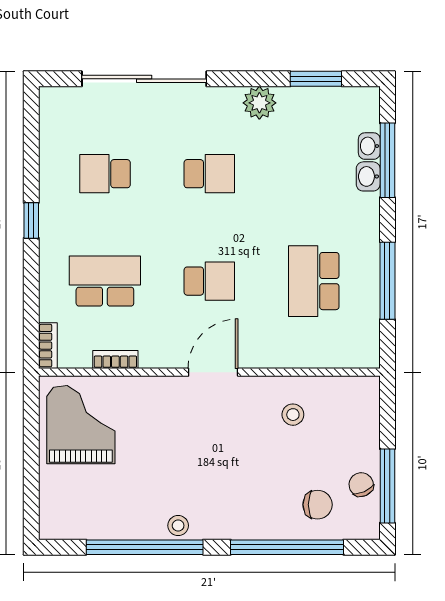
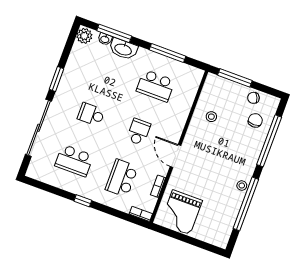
window: (316, 79) -> (56, 79), moved
plant: (259, 103) -> (84, 36), moved
school desk: (105, 174) -> (74, 161), width x1.85
school desk: (209, 174) -> (91, 114), turned -90
washbasin: (368, 176) -> (123, 49), width x1.91, depth x1.45
door: (213, 372) -> (176, 156), moved
grand piano: (81, 425) -> (181, 212), turned -90
window: (387, 486) -> (235, 78), moved

